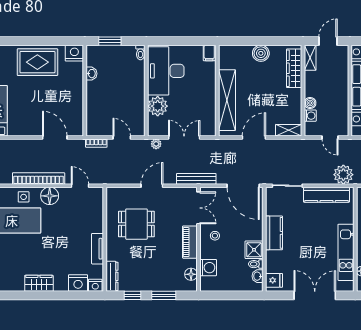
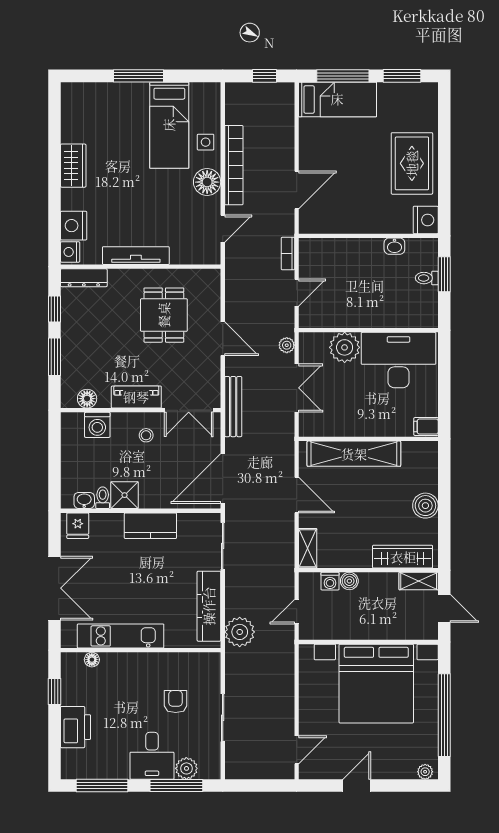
toilet: (140, 52) -> (427, 278), moved
tv unit: (98, 249) -> (136, 256), width x1.41

